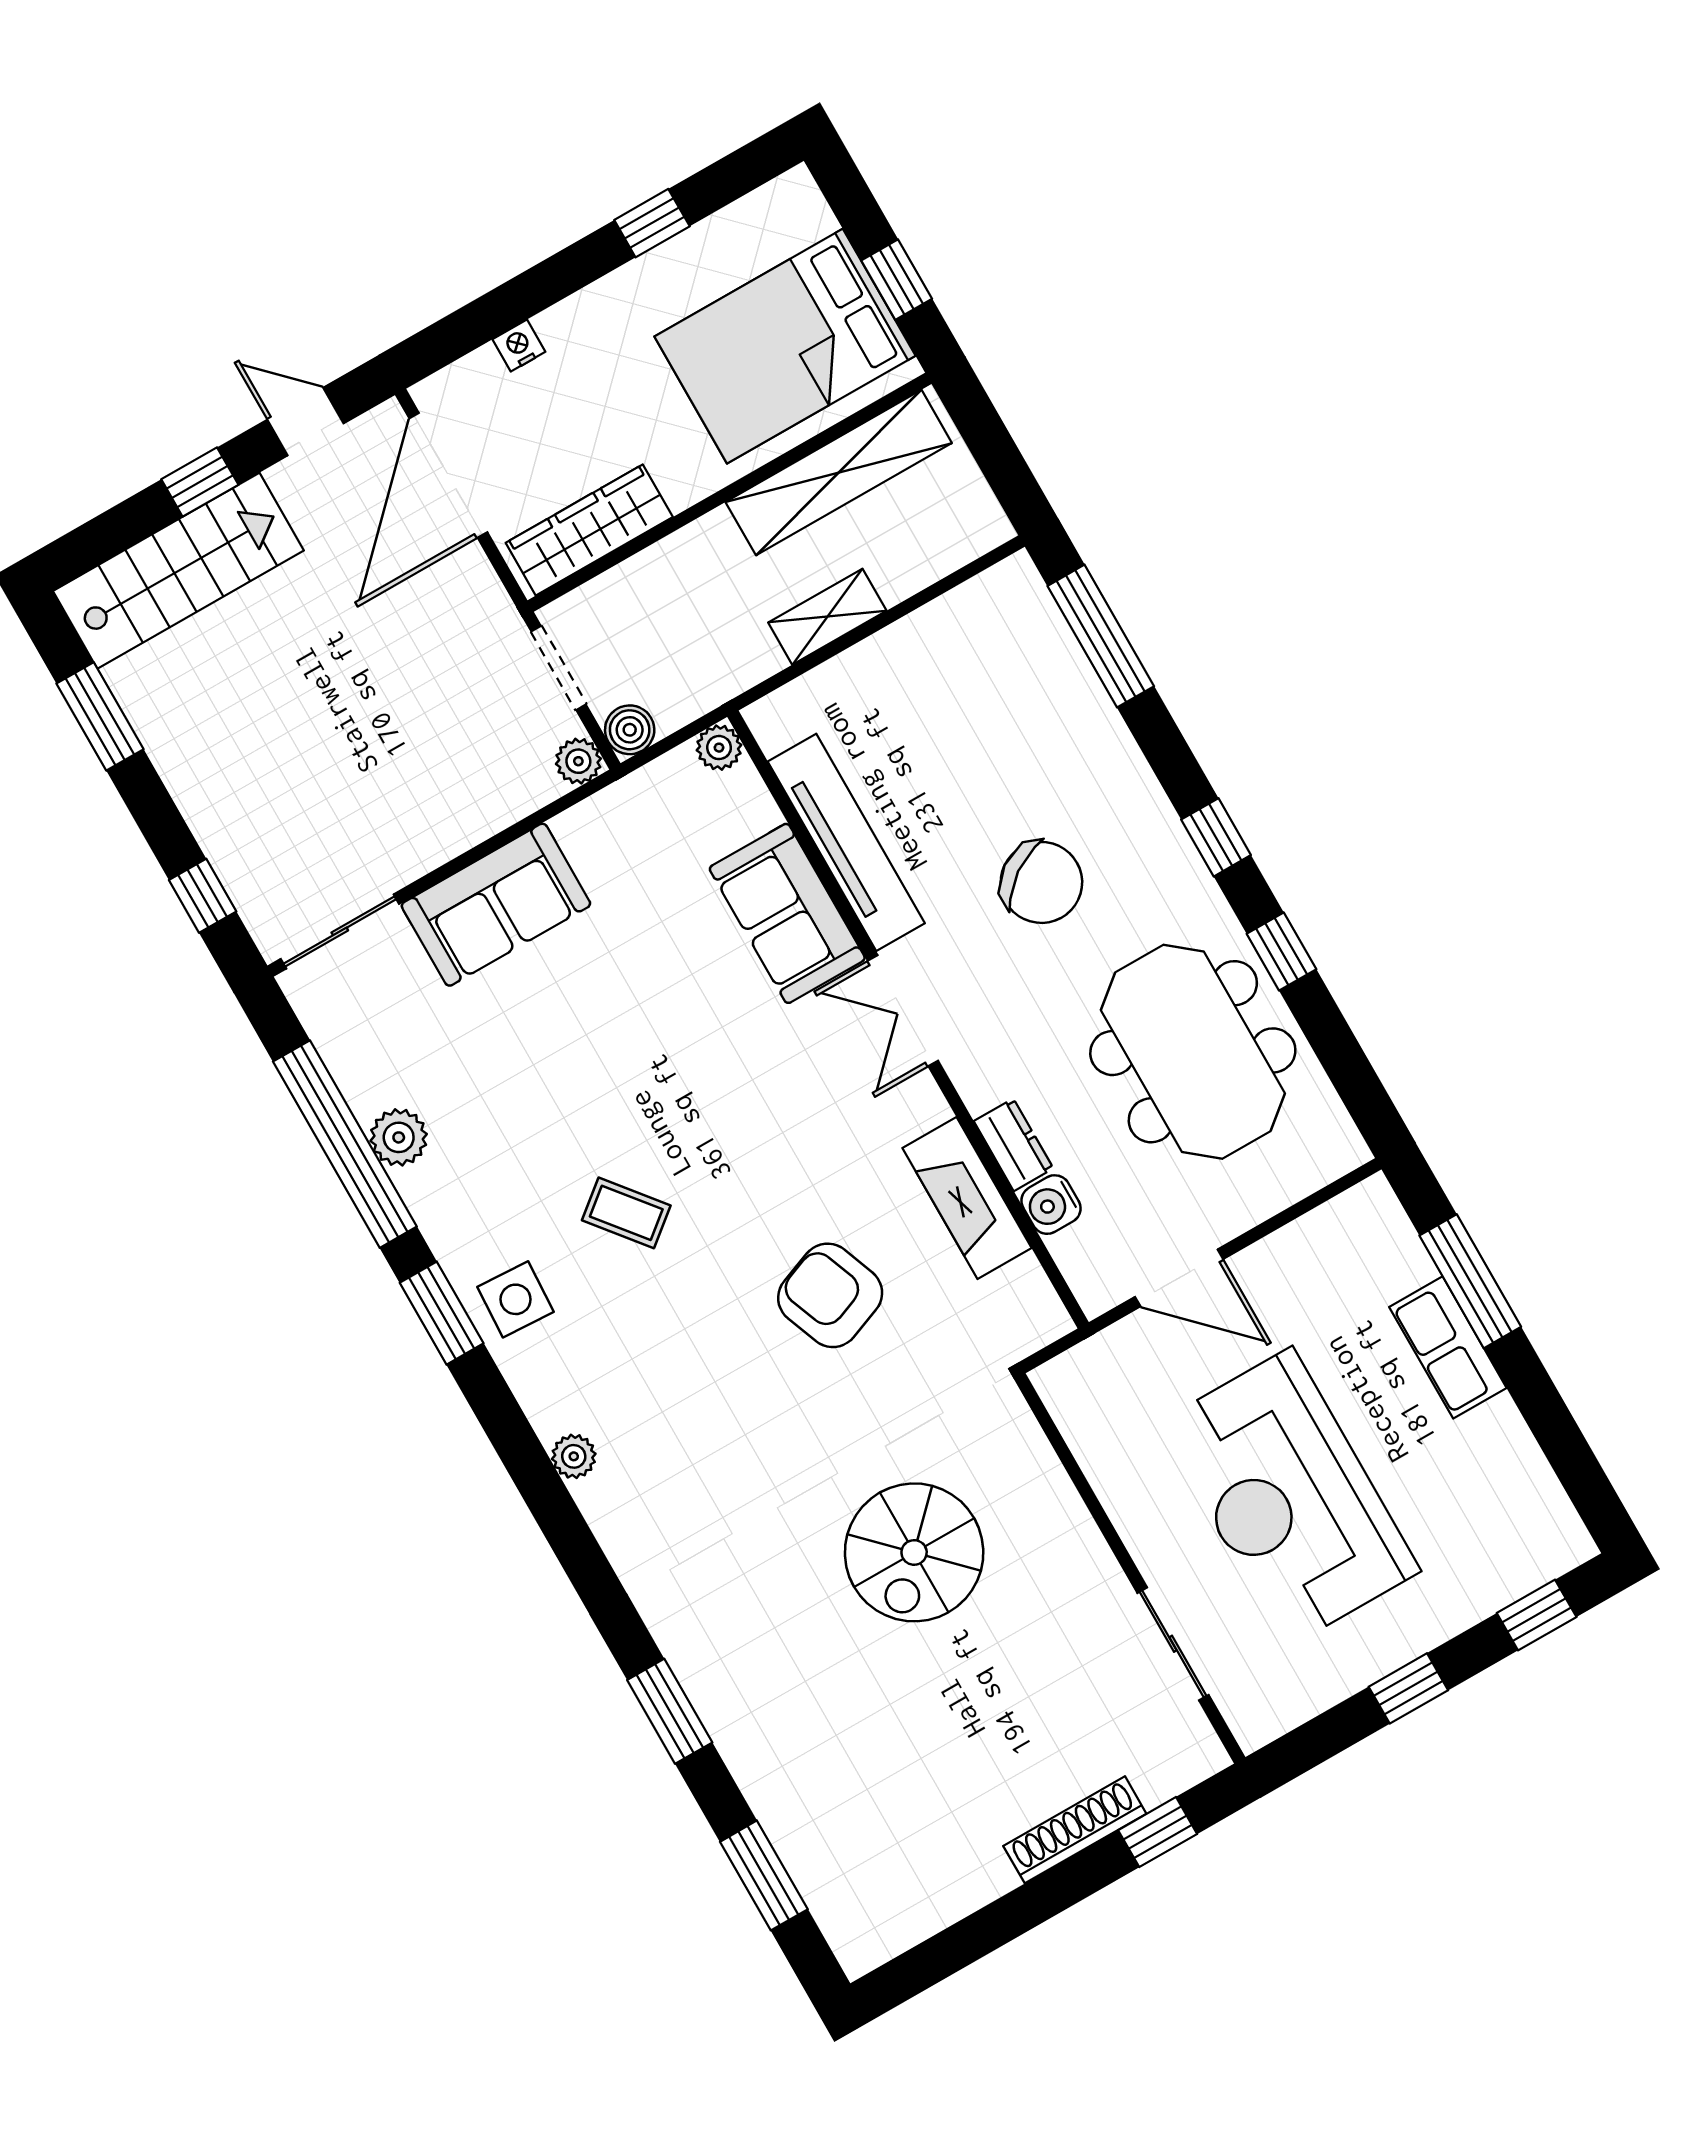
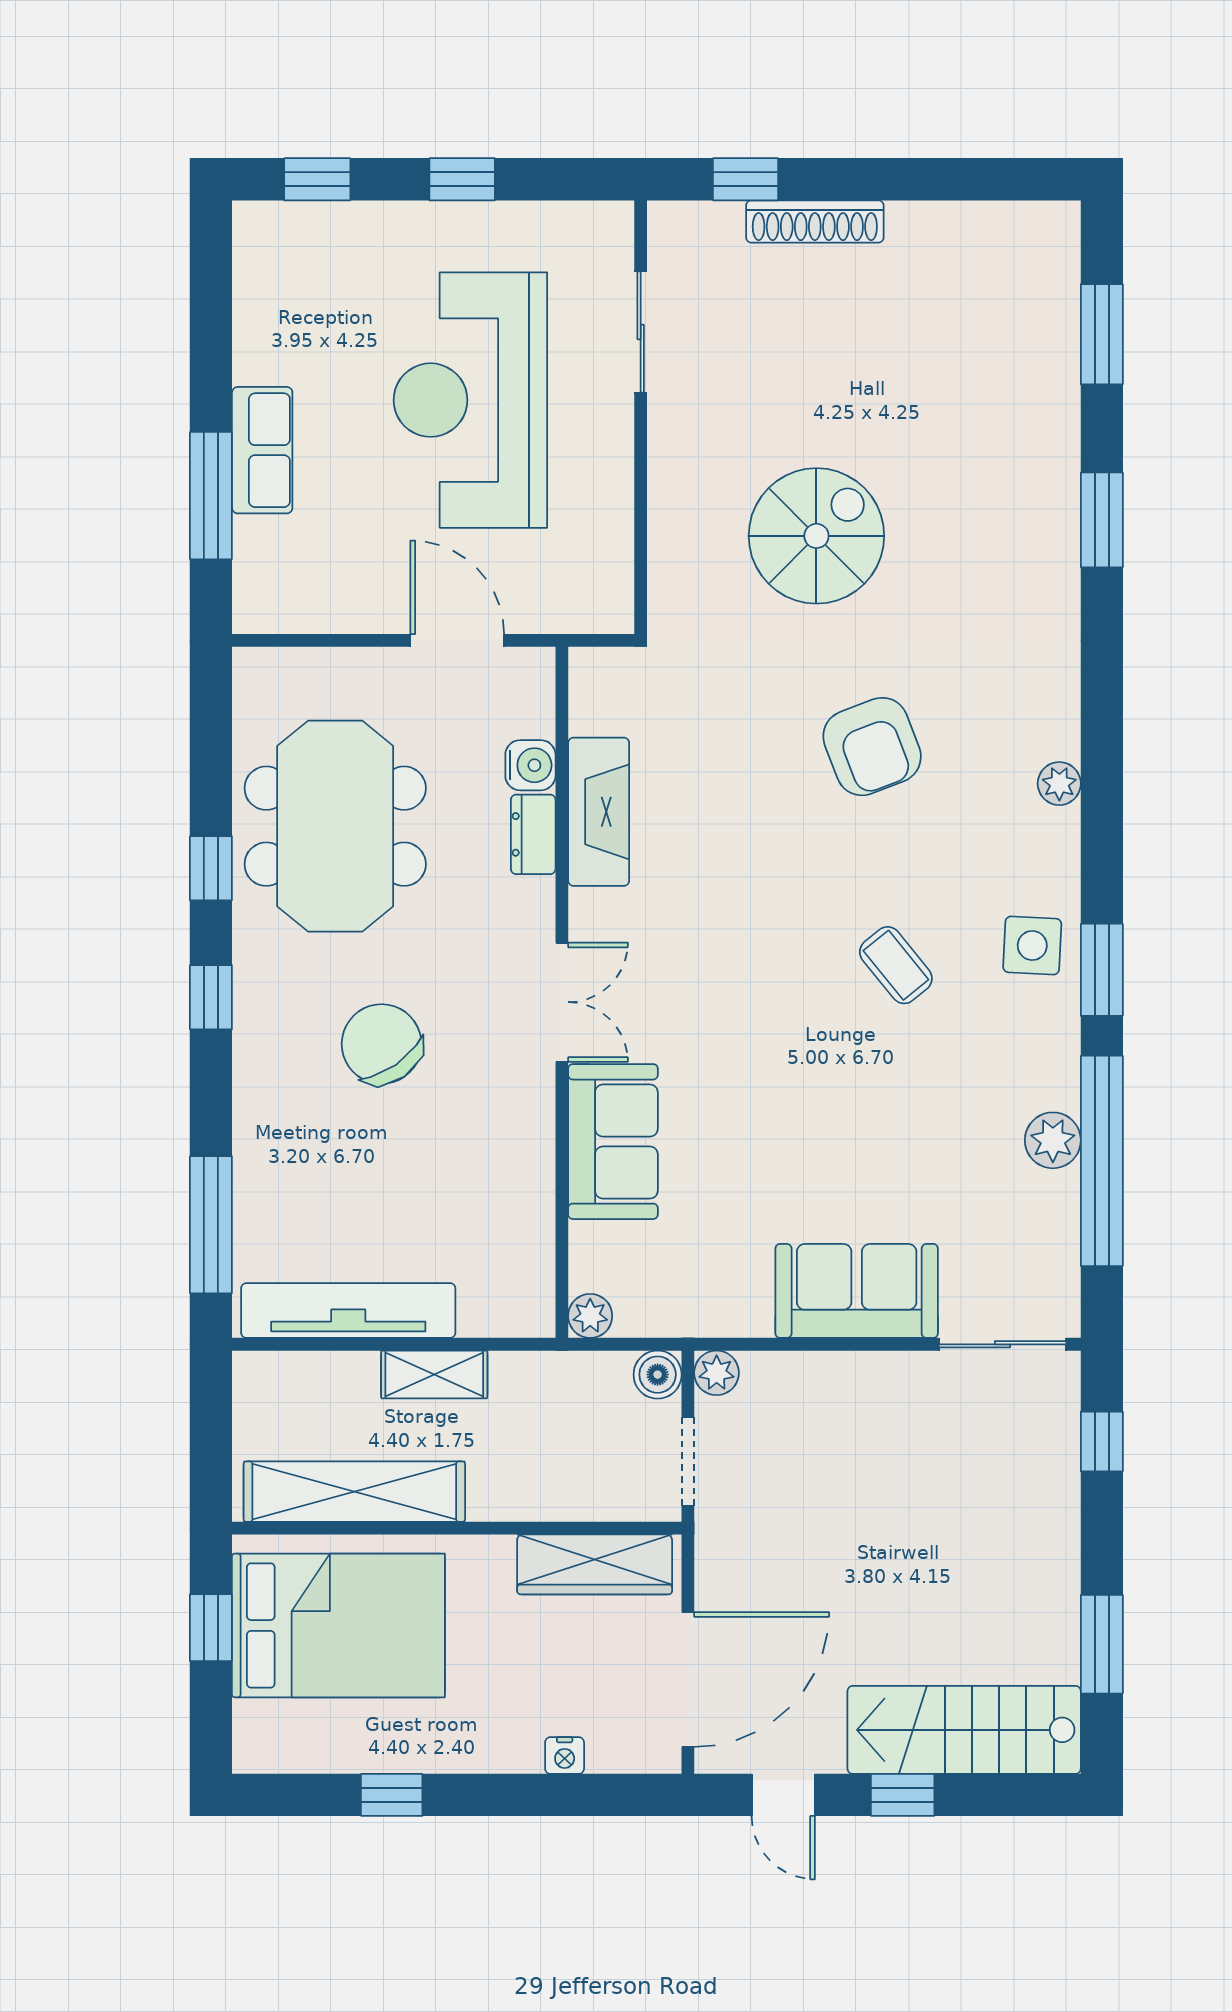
tv unit: (846, 842) -> (348, 1311), moved, turned 90
armchair: (830, 1295) -> (872, 747), moved
reception desk: (1289, 1497) -> (470, 400), turned 180

